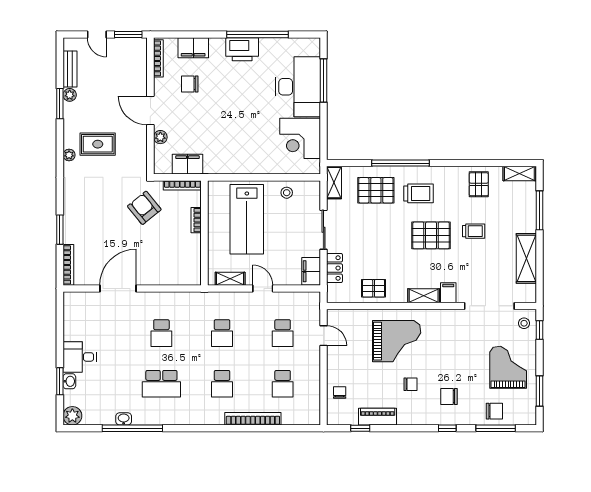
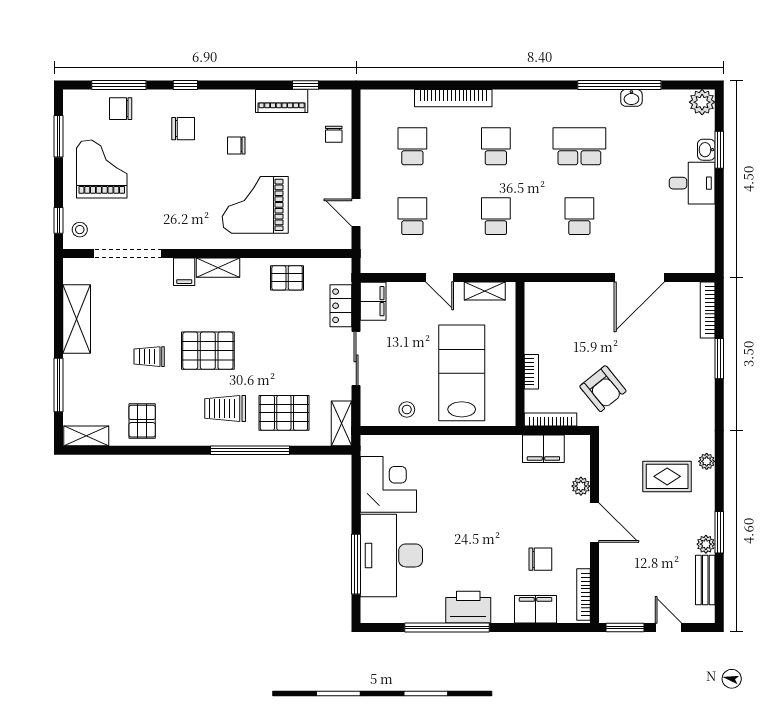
grand piano: (508, 367) -> (102, 169), turned 180

